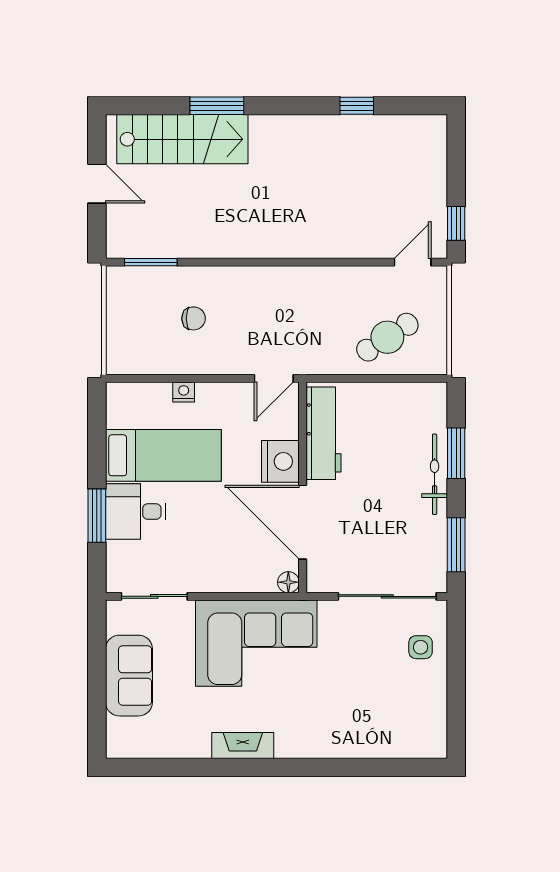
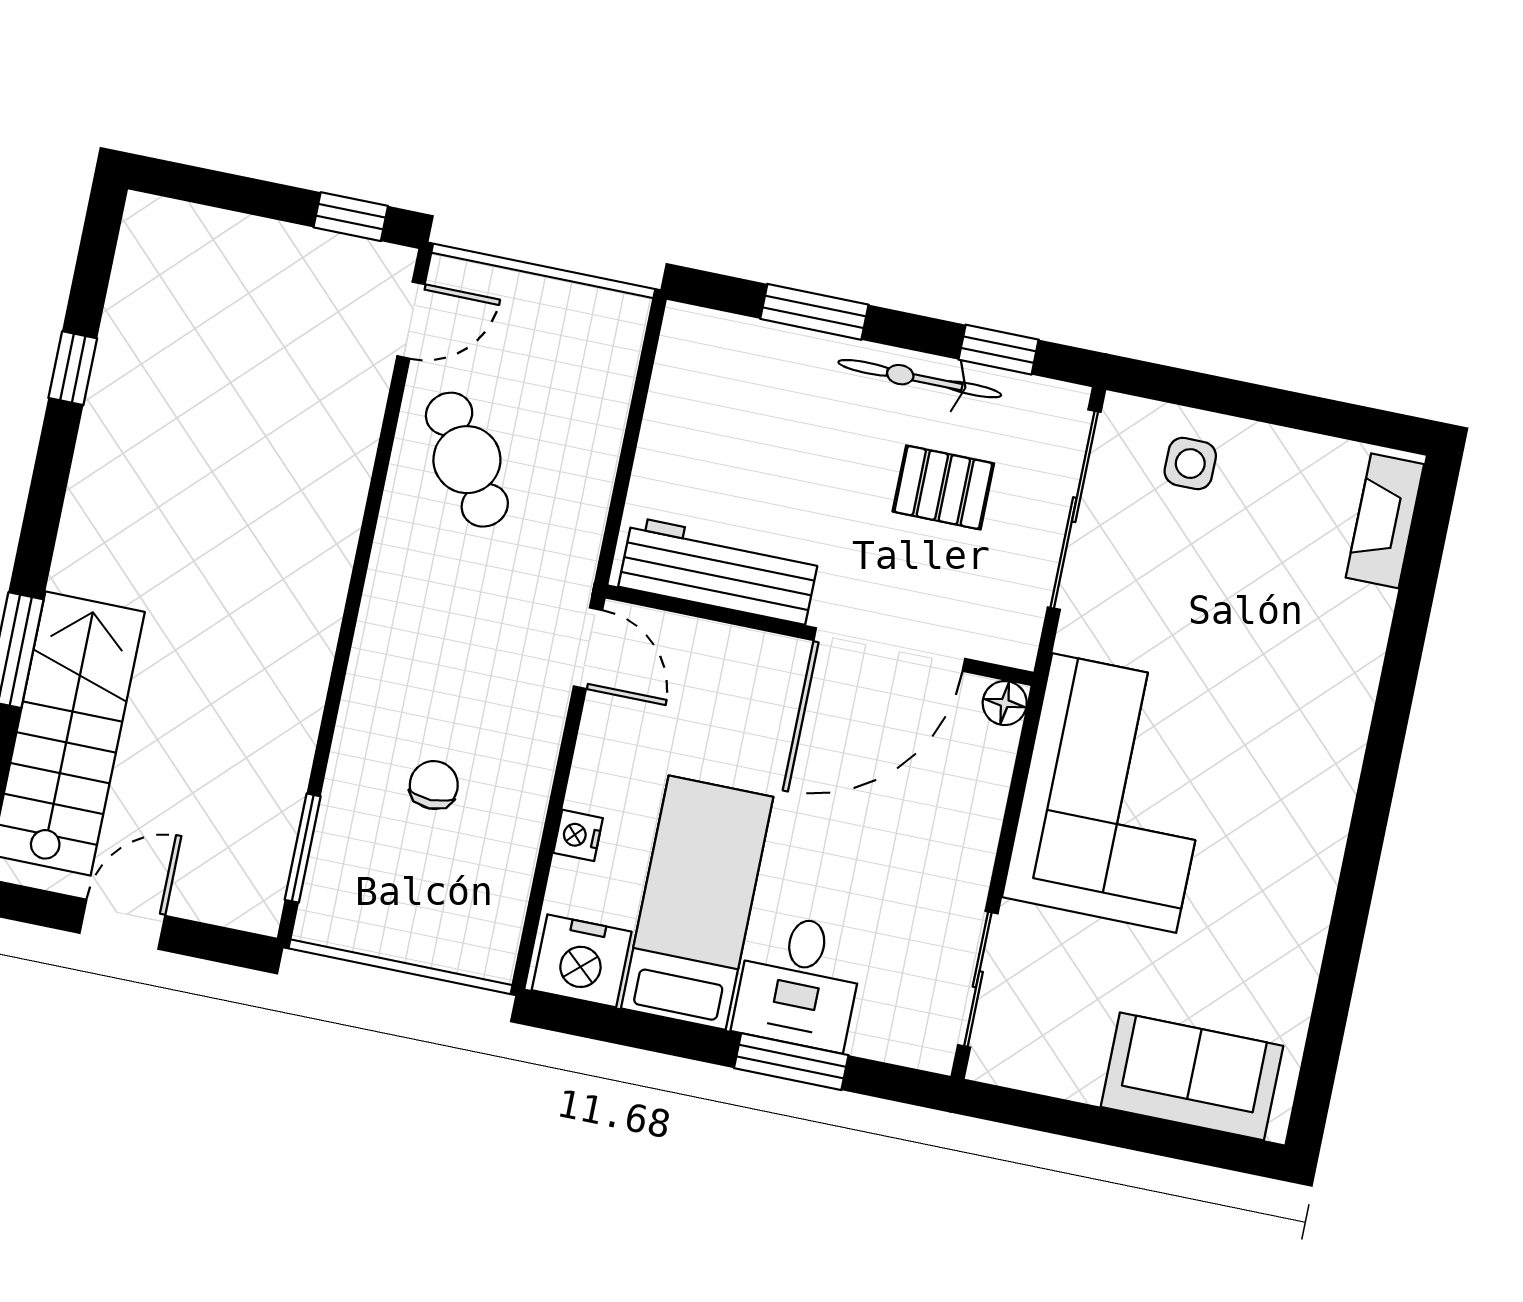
door: (413, 262) -> (411, 320), swing flipped
cafe table: (387, 337) -> (467, 460), moved
nightstand: (280, 461) -> (582, 961), moved, turned 180
bicycle: (435, 474) -> (920, 379), moved
pallet: (385, 532) -> (943, 487), added
window: (456, 545) -> (999, 350), width x0.67
sofa: (129, 676) -> (1192, 1076), moved
fireplace: (243, 745) -> (1385, 521), moved

